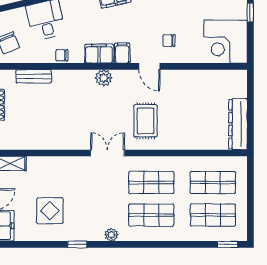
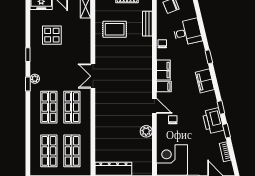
door: (149, 66) -> (154, 106), swing flipped
plant: (104, 78) -> (146, 131), moved
rug: (146, 121) -> (115, 29), moved
double door: (107, 153) -> (93, 76), swing flipped
window: (227, 244) -> (28, 84), moved

